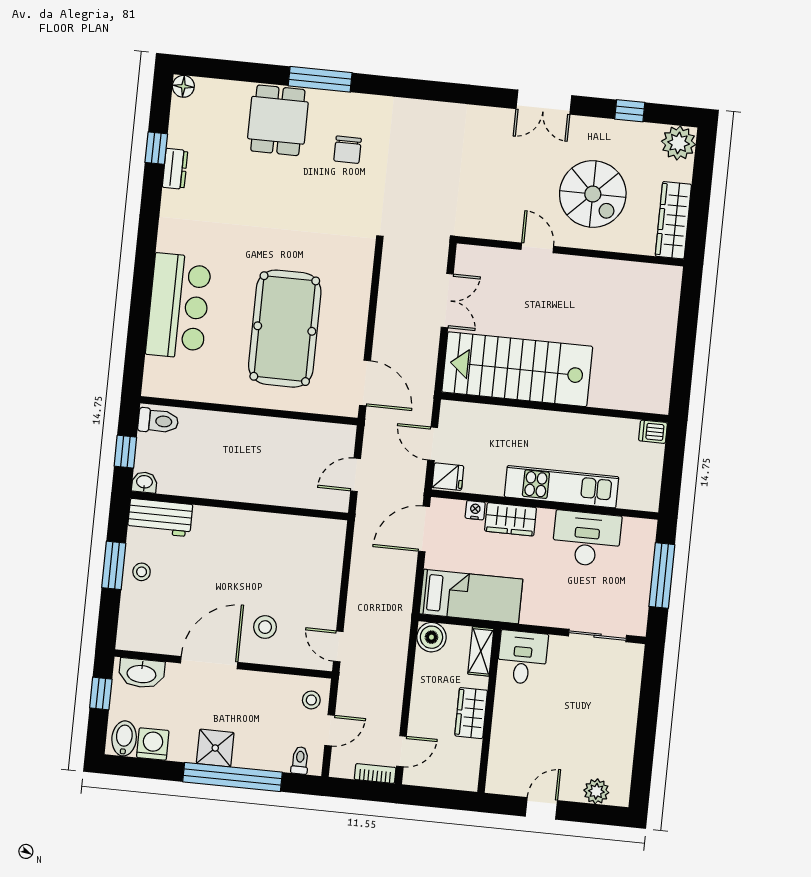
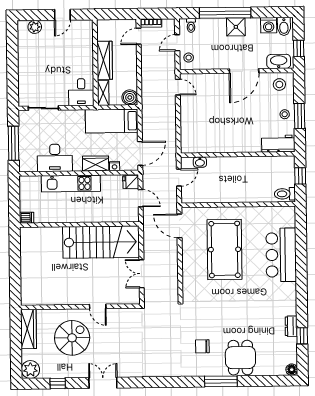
chair: (348, 150) -> (202, 346), turned -90
spiral stairs: (593, 194) -> (72, 338), turned 90
washbasin: (144, 482) -> (200, 162), moved
stool: (265, 627) -> (279, 84), moved
wardrobe: (471, 713) -> (105, 60), width x1.50

